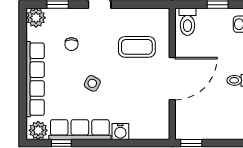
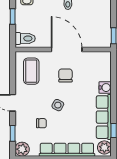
coffee table: (137, 47) -> (31, 71), moved
chair: (137, 77) -> (65, 75), added
side table: (92, 83) -> (58, 105), moved

